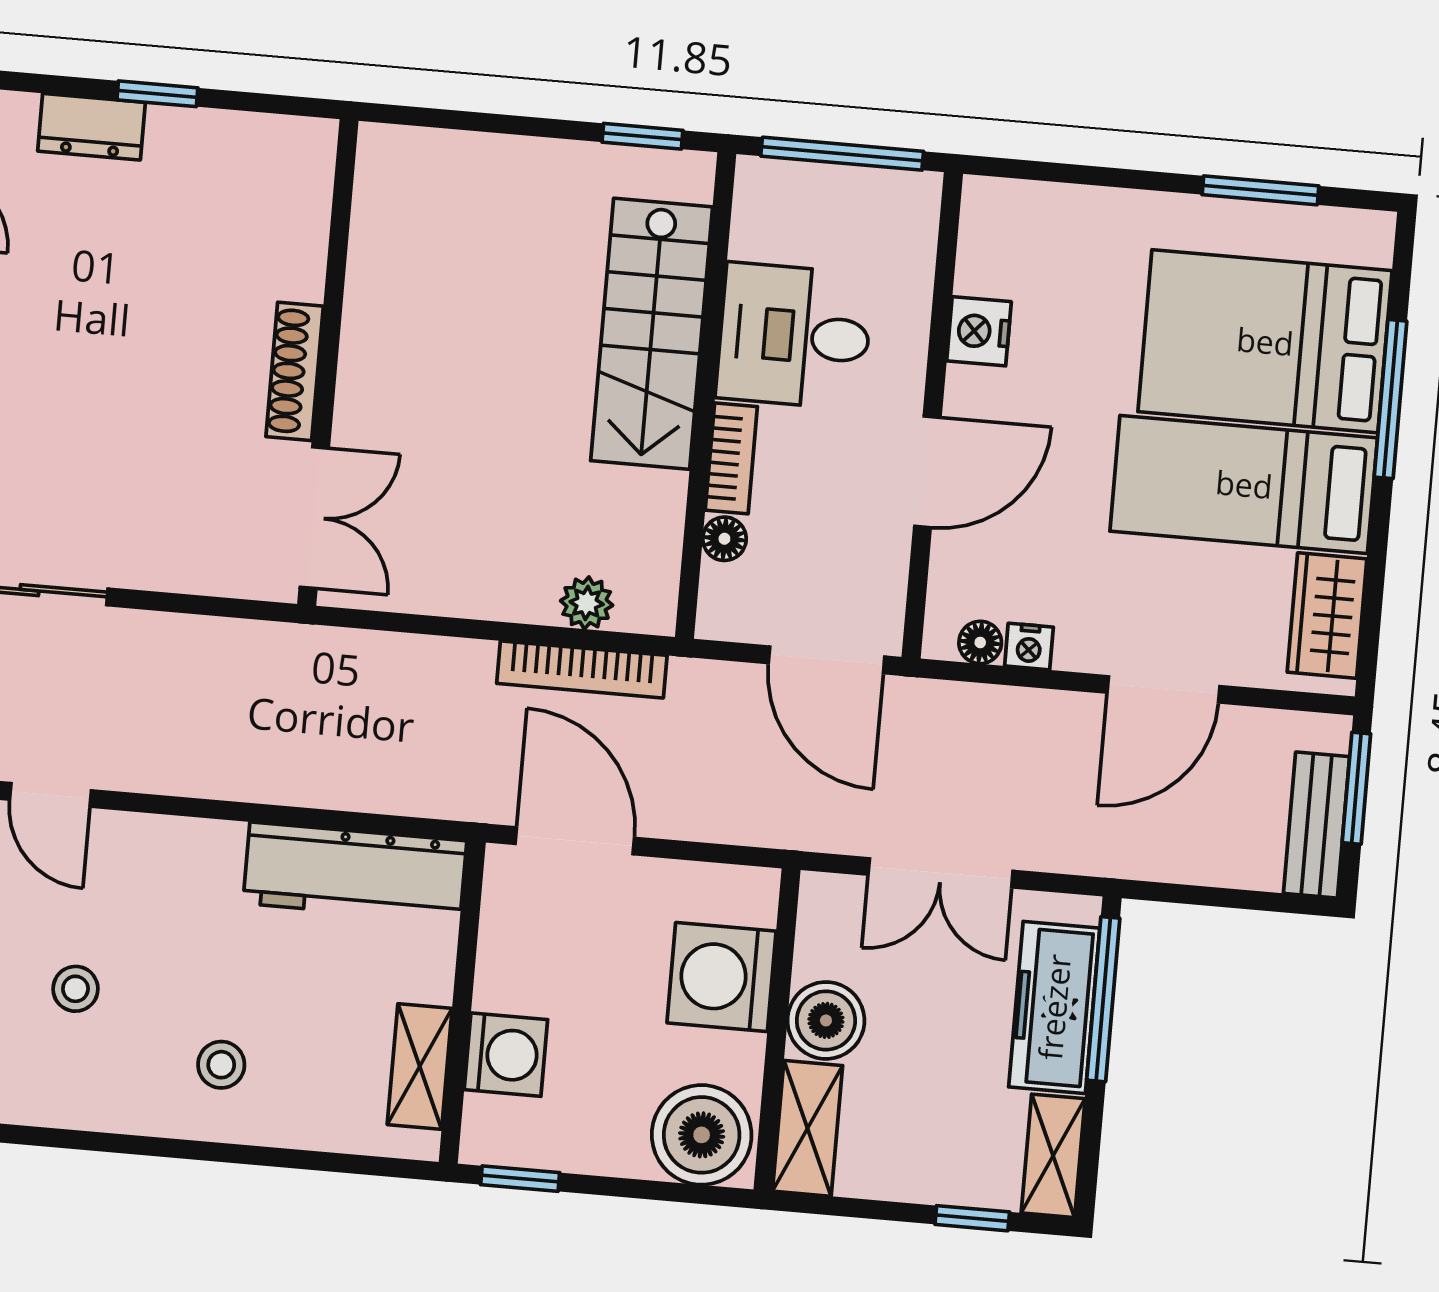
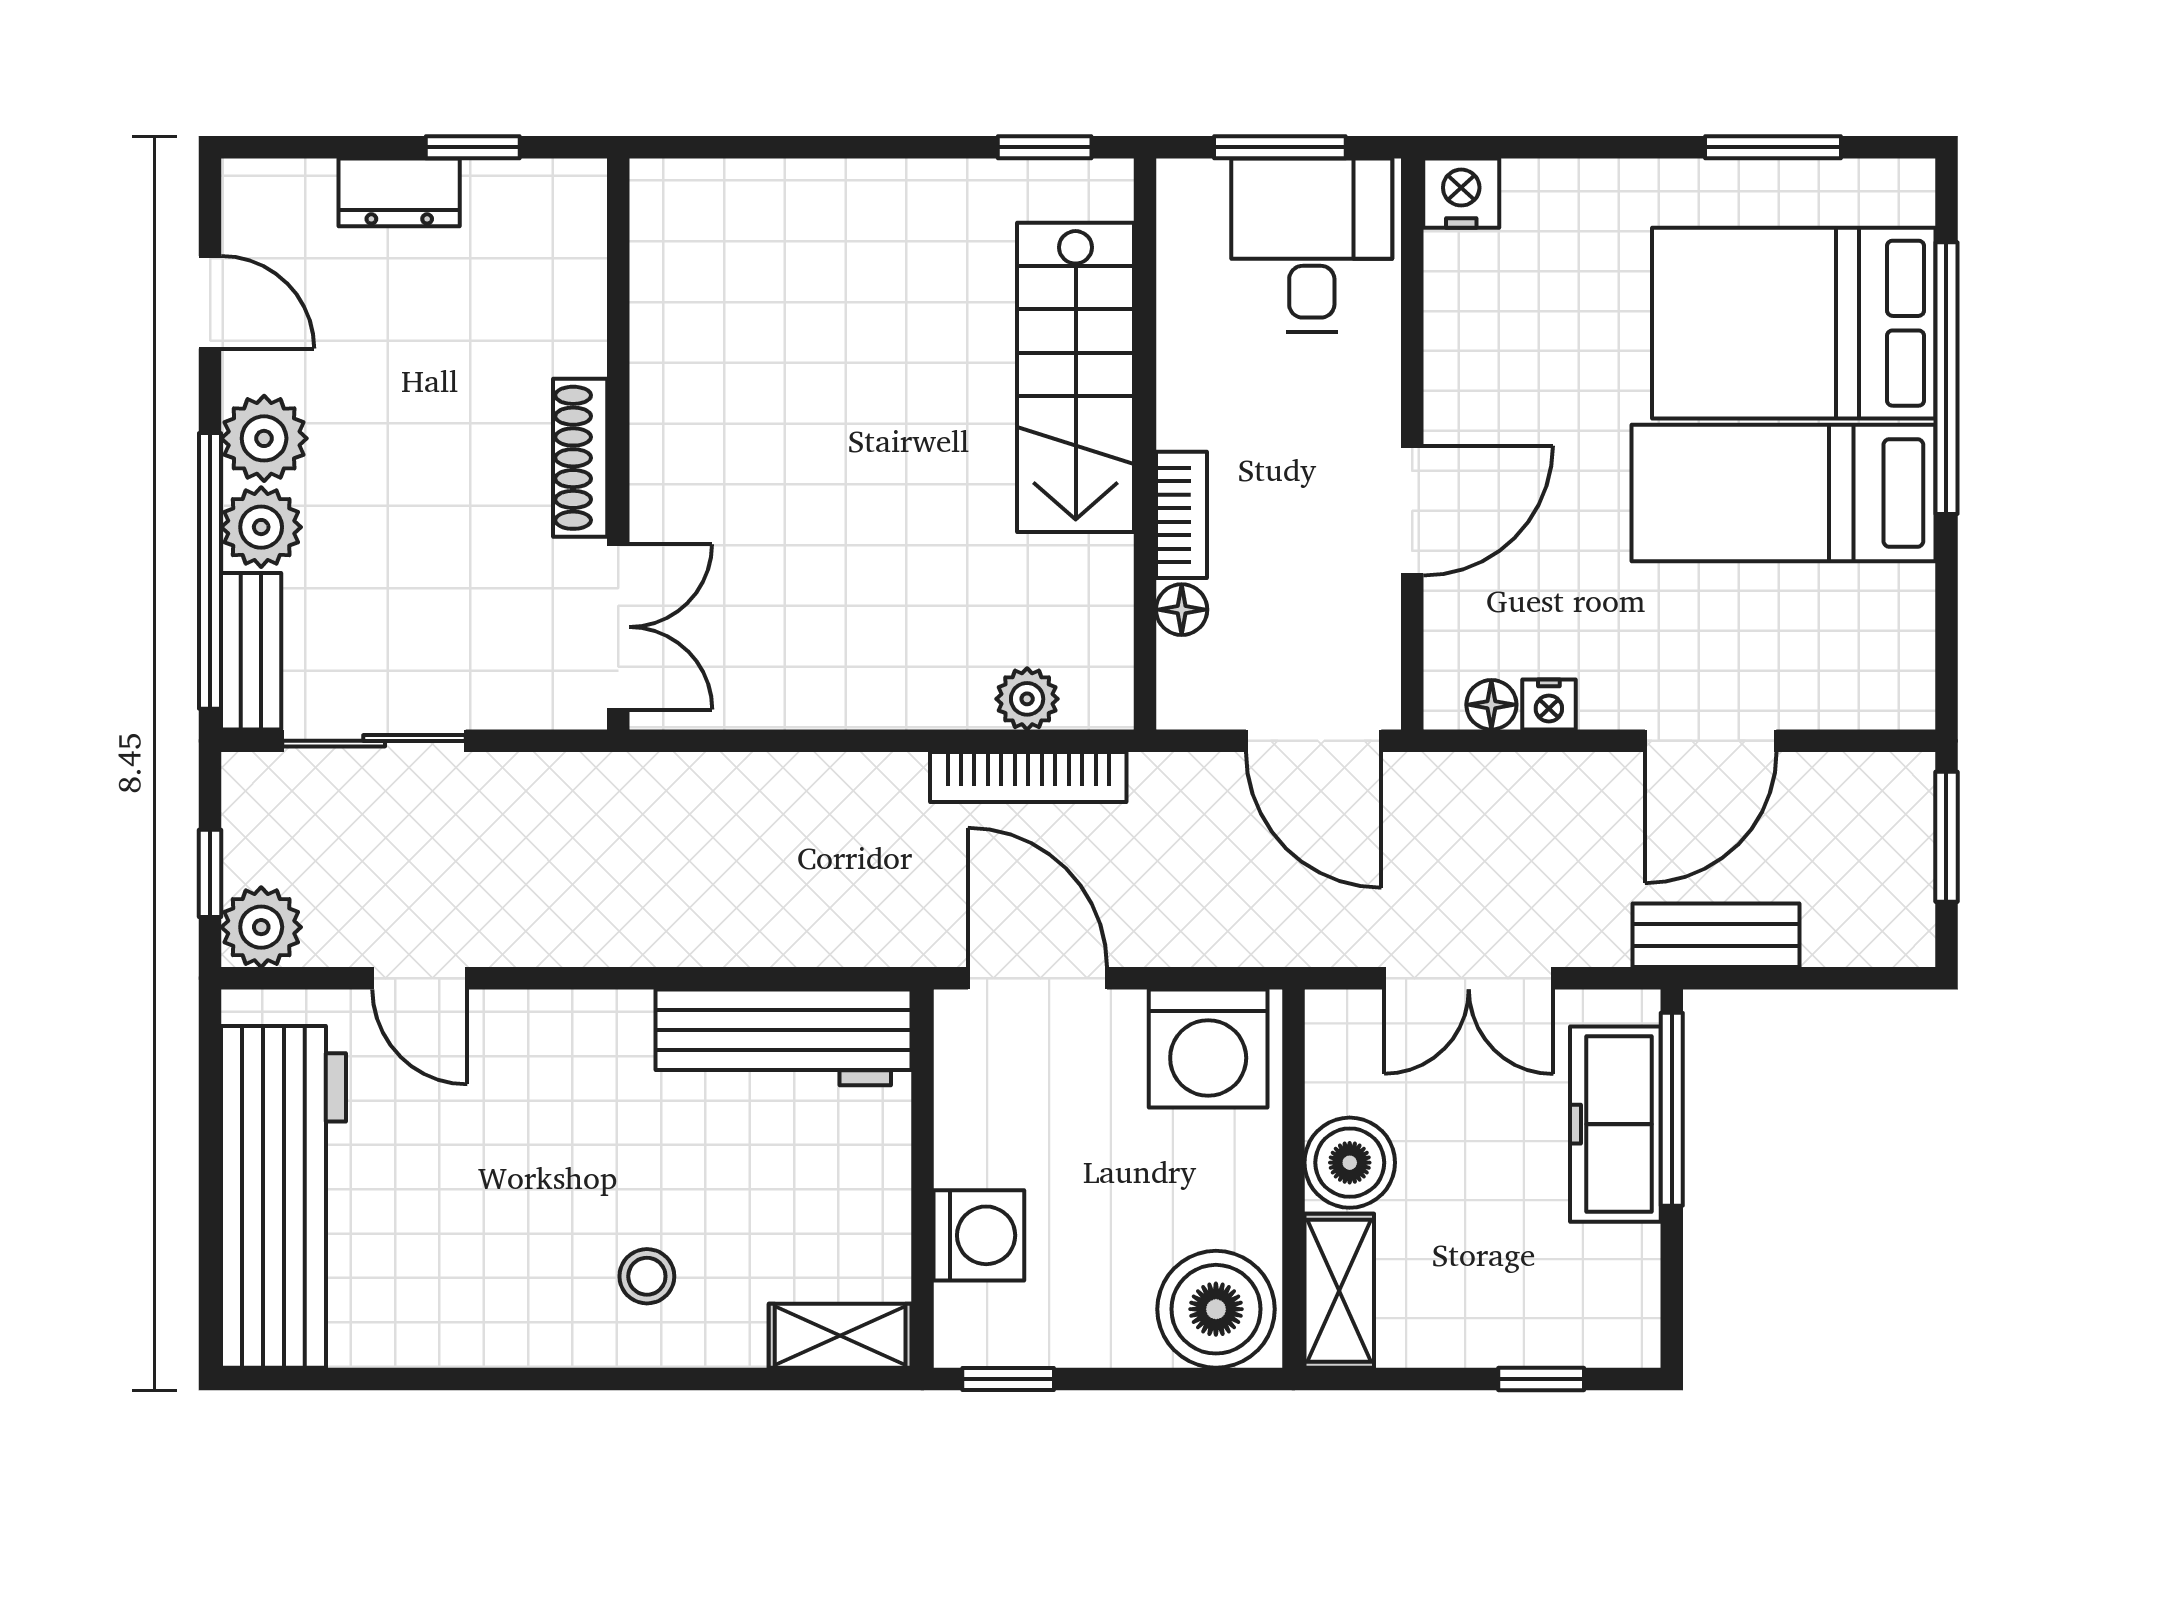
window: (842, 154) -> (1280, 147), width x0.69
nightstand: (979, 331) -> (1461, 193), moved, turned 90
desk: (794, 336) -> (1312, 245), moved, turned 90
wall: (328, 362) -> (618, 444), moved
shoe rack: (295, 371) -> (580, 458), moved
window: (1390, 399) -> (1946, 378), width x1.46
double door: (314, 518) -> (618, 627), moved
wardrobe: (1327, 615) -> (1894, 638), removed
bench: (1316, 825) -> (1716, 935), moved, turned 90
washing machine: (722, 977) -> (1208, 1049), moved, turned -90
stool: (75, 989) -> (469, 1202), removed
shelving: (420, 1067) -> (840, 1336), moved, turned 90
shelving: (1053, 1156) -> (1629, 1298), removed

